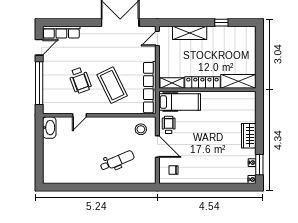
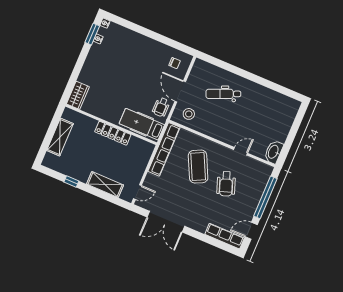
wheelchair: (80, 80) -> (226, 184), turned 180
shelving: (238, 81) -> (60, 137), moved, turned 90
shelving: (172, 83) -> (141, 145), removed
wardrobe: (249, 136) -> (78, 95), moved

